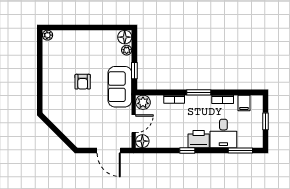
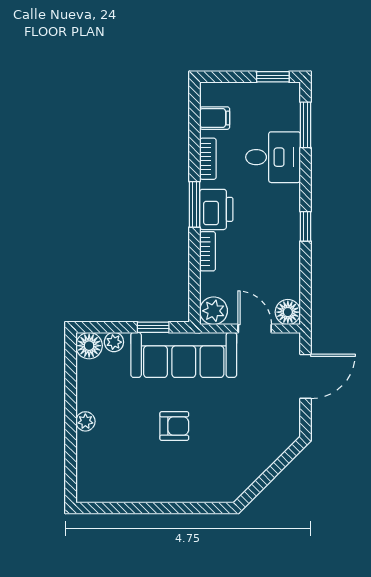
plant: (47, 35) -> (85, 421), moved
sofa: (120, 87) -> (184, 355), width x1.36
window: (266, 121) -> (273, 77), moved
printer: (199, 139) -> (216, 209), moved, turned 180

